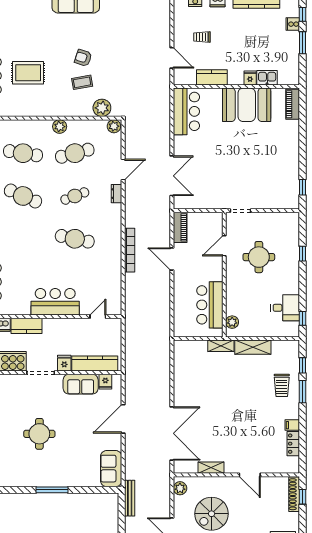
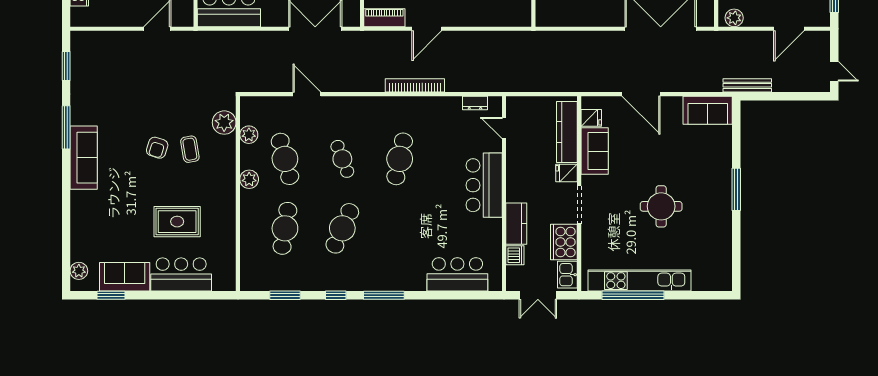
rug: (28, 73) -> (177, 222), turned 90
plant: (114, 126) -> (249, 135), moved
dresser: (117, 194) -> (475, 103), moved

